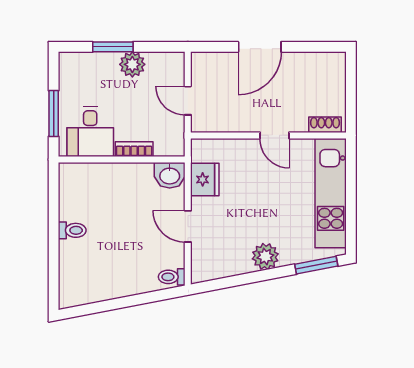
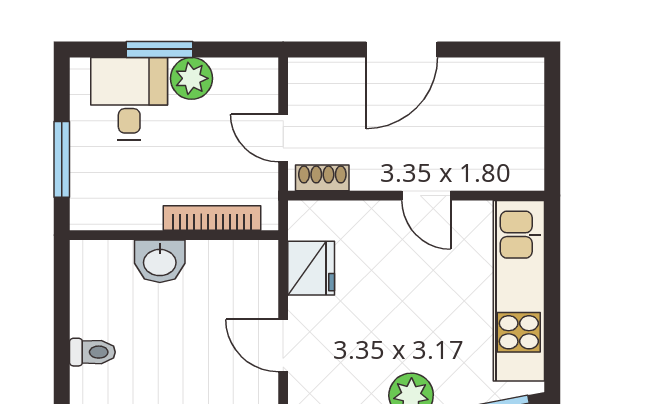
shoe rack: (325, 125) -> (322, 178), moved
desk: (90, 132) -> (129, 99), moved, turned 180
bookcase: (134, 149) -> (212, 218), width x1.56
washbasin: (170, 175) -> (160, 261), moved

